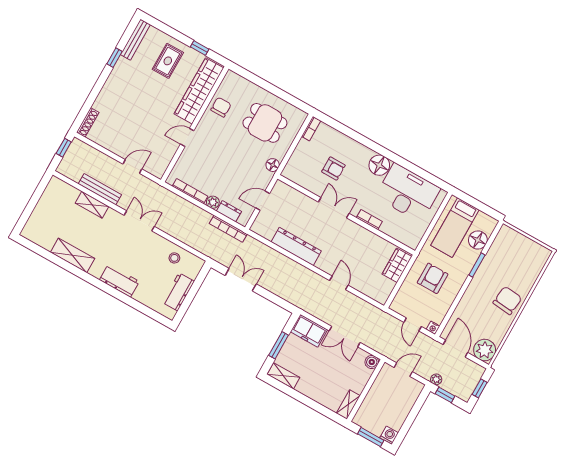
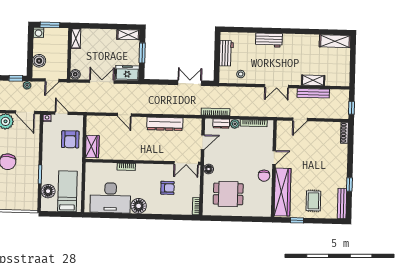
chair: (221, 107) -> (264, 176), moved
armchair: (333, 169) -> (167, 188), turned 180
double door: (334, 208) -> (186, 163), moved
shelving: (73, 255) -> (335, 41), moved
armchair: (433, 278) -> (70, 139), moved
double door: (241, 280) -> (190, 83), swing flipped
boiler: (406, 401) -> (39, 61), added

